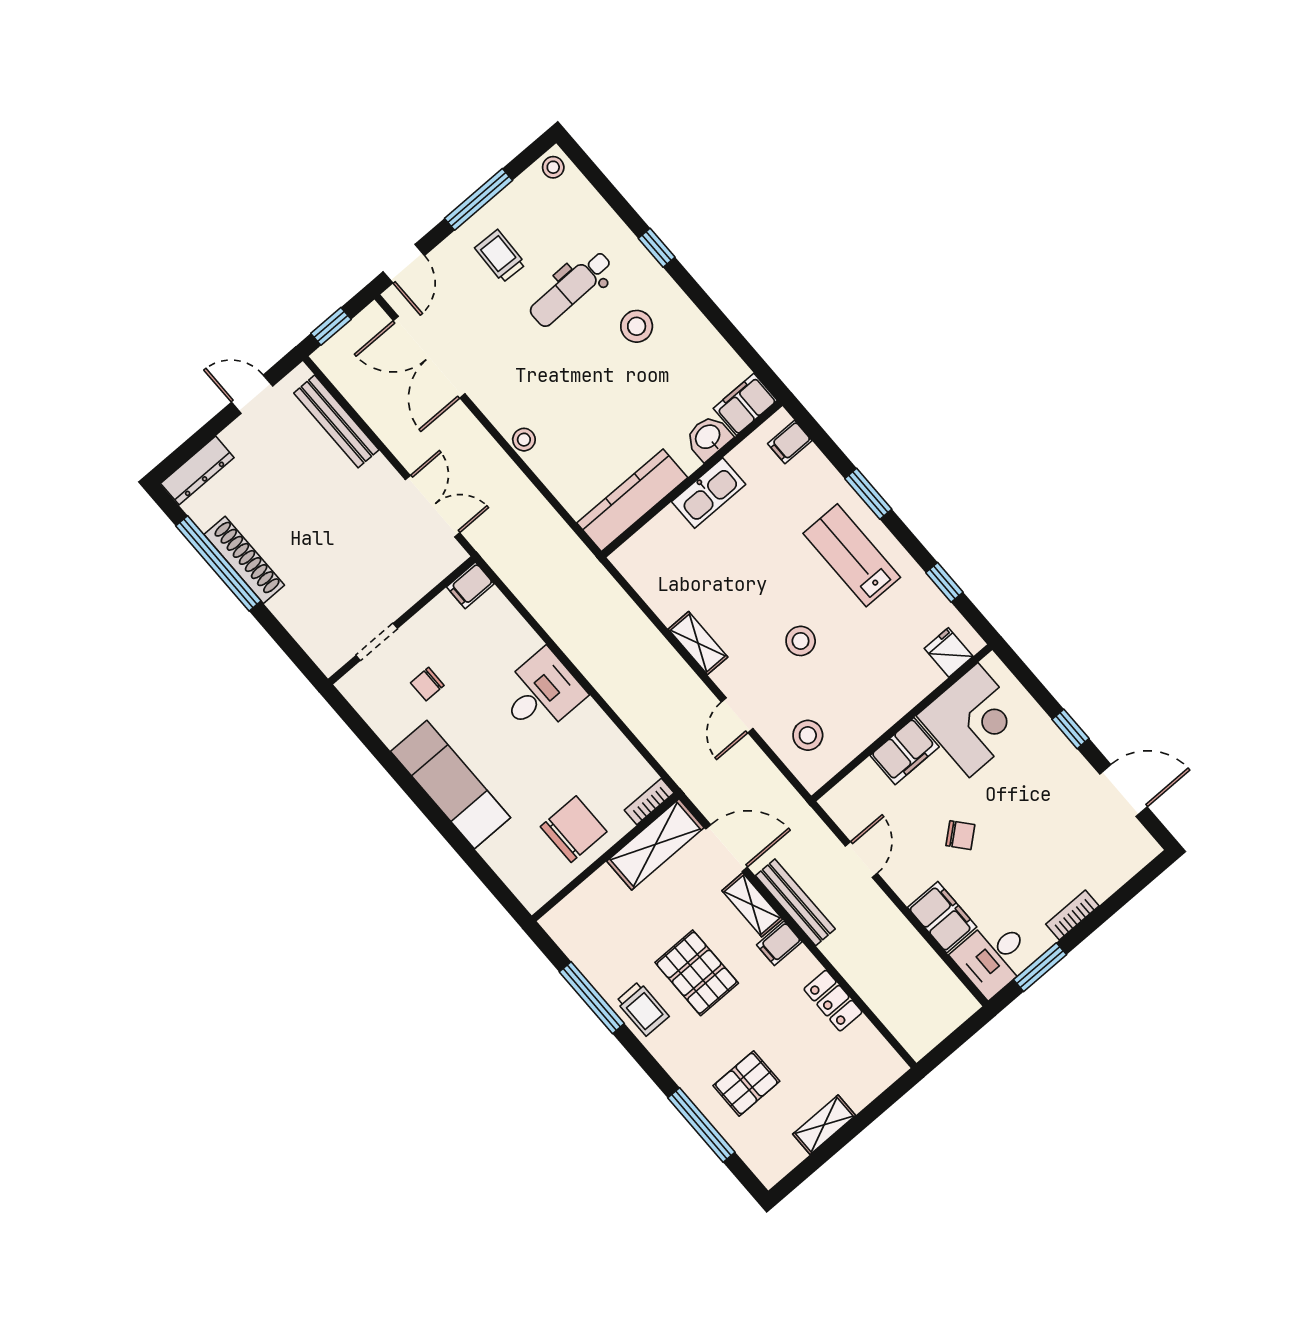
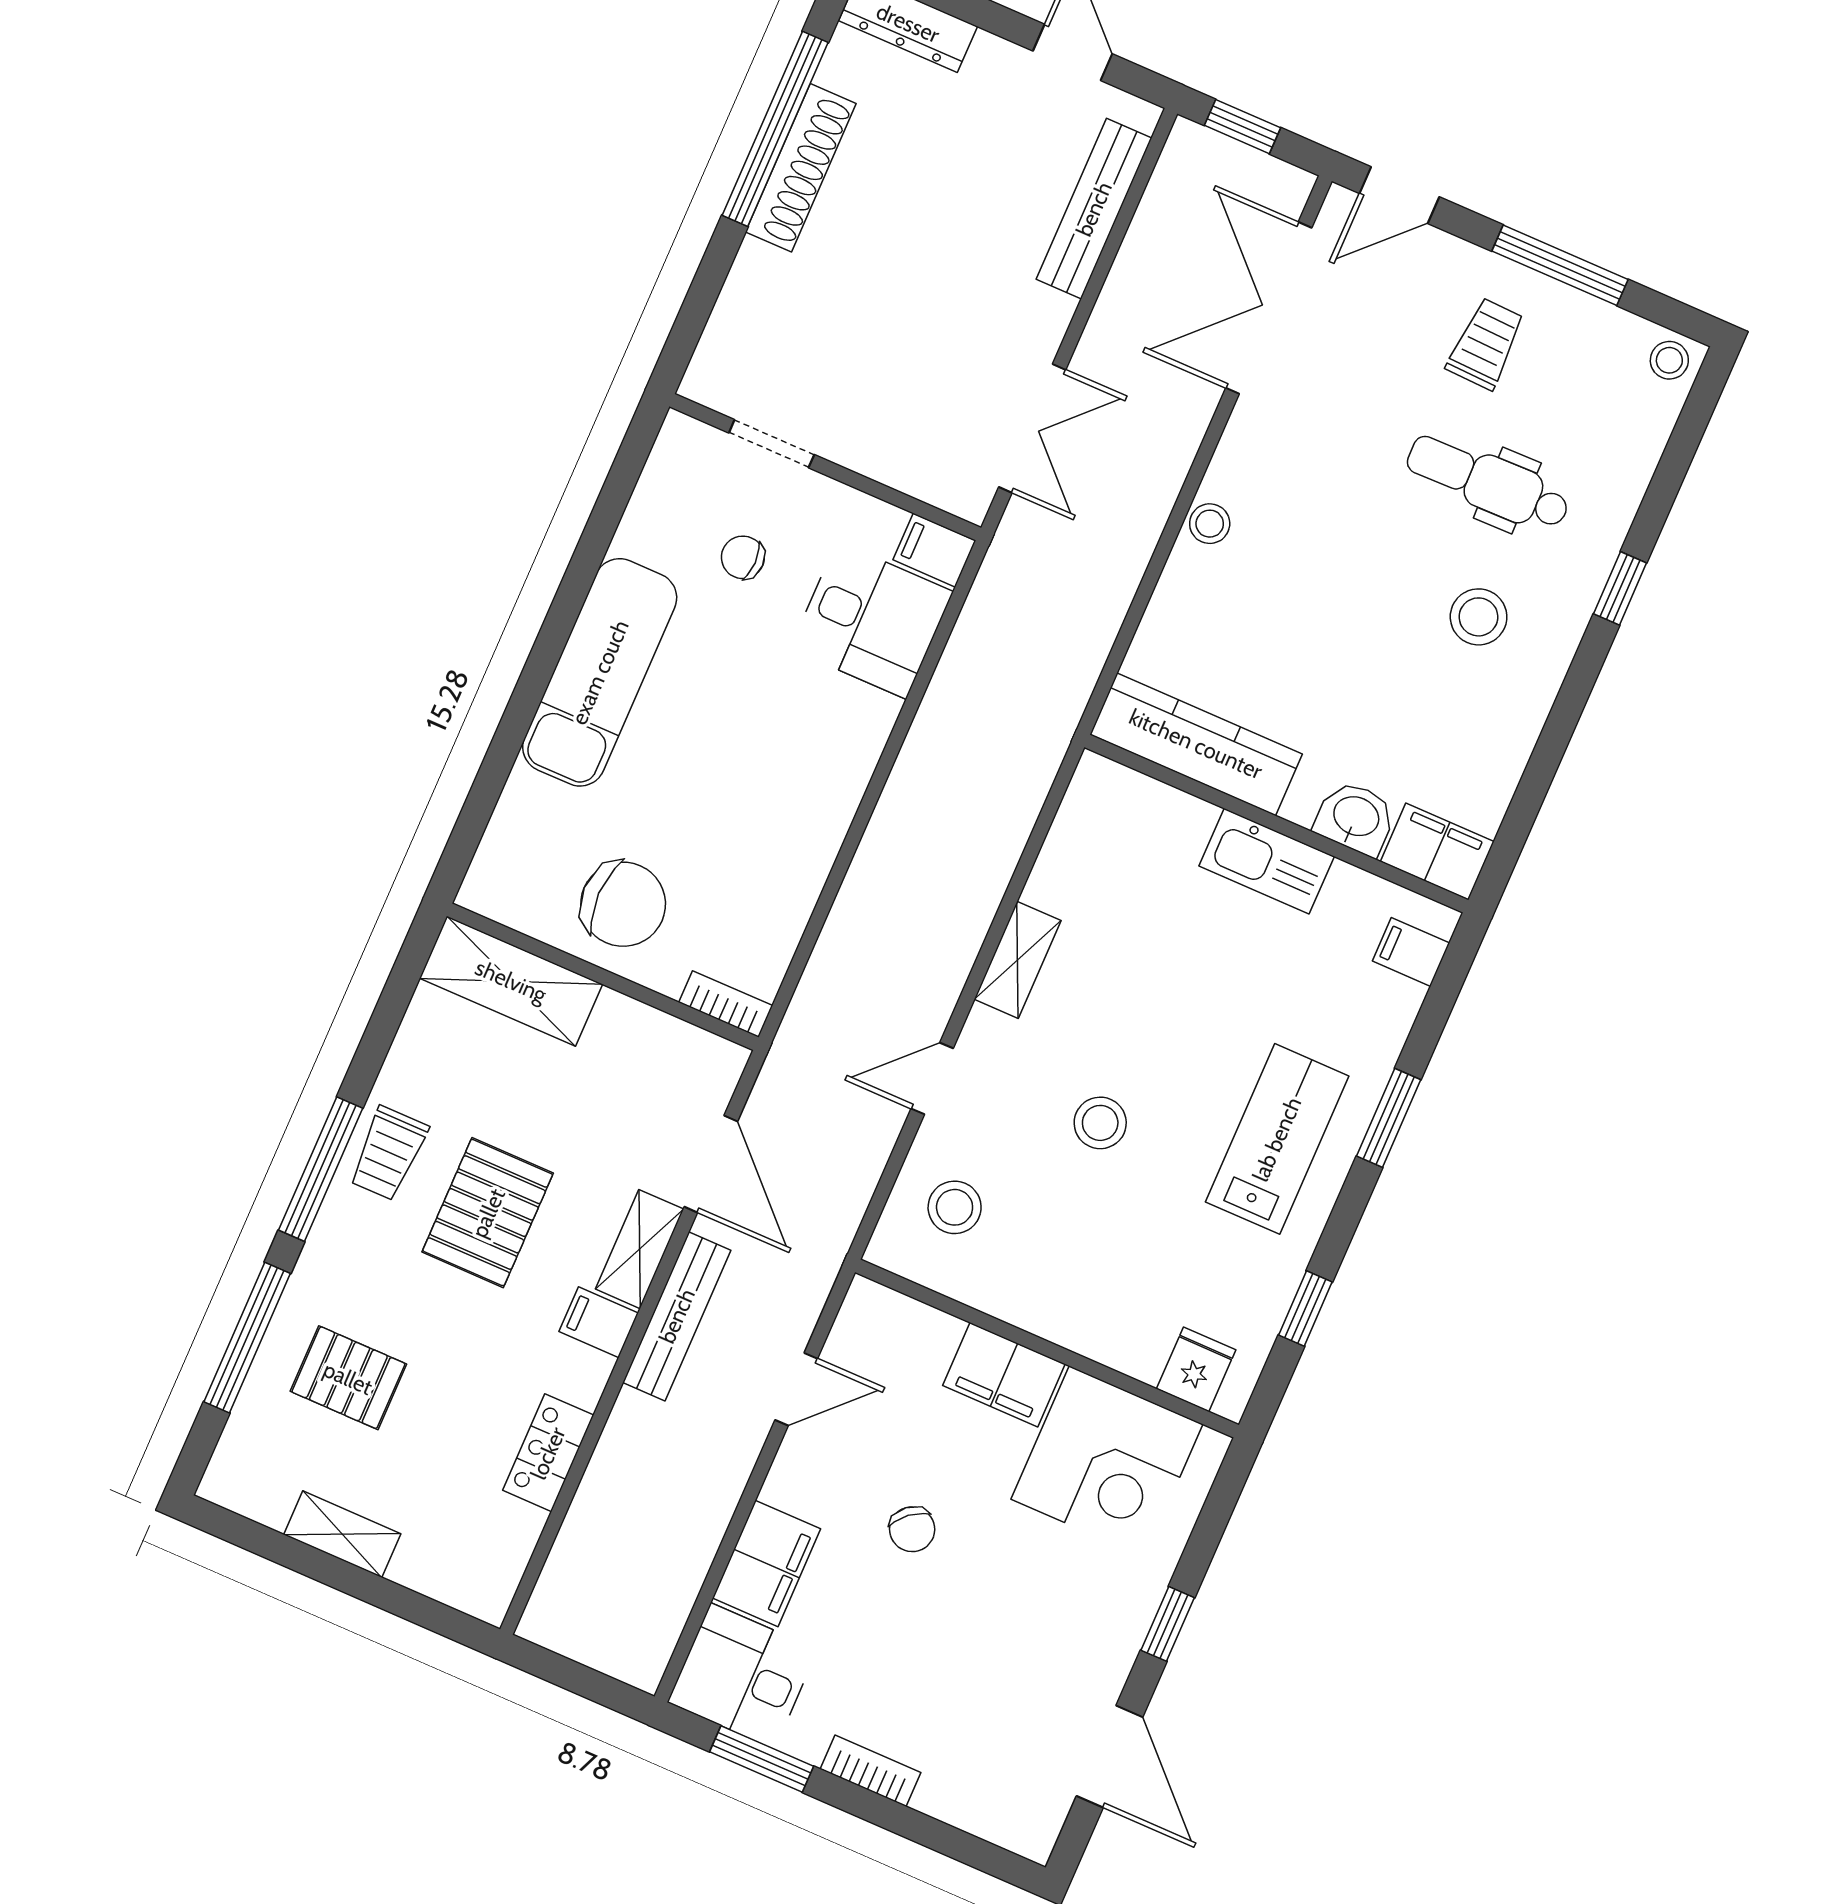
desk: (541, 693) -> (872, 620), moved
shelving: (655, 844) -> (511, 981), moved
window: (592, 998) -> (321, 1169), moved

